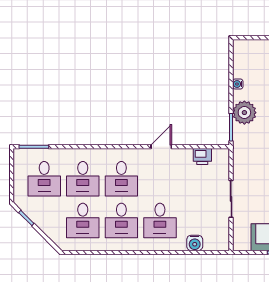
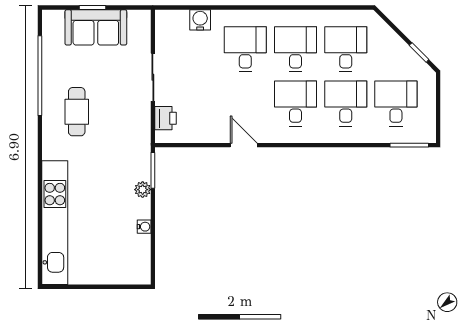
plant: (244, 113) -> (143, 190), width x0.53, depth x0.53
door: (161, 147) -> (244, 145), swing flipped
printer: (202, 156) -> (166, 118), moved, turned 90

